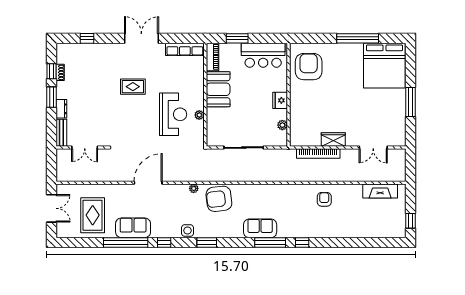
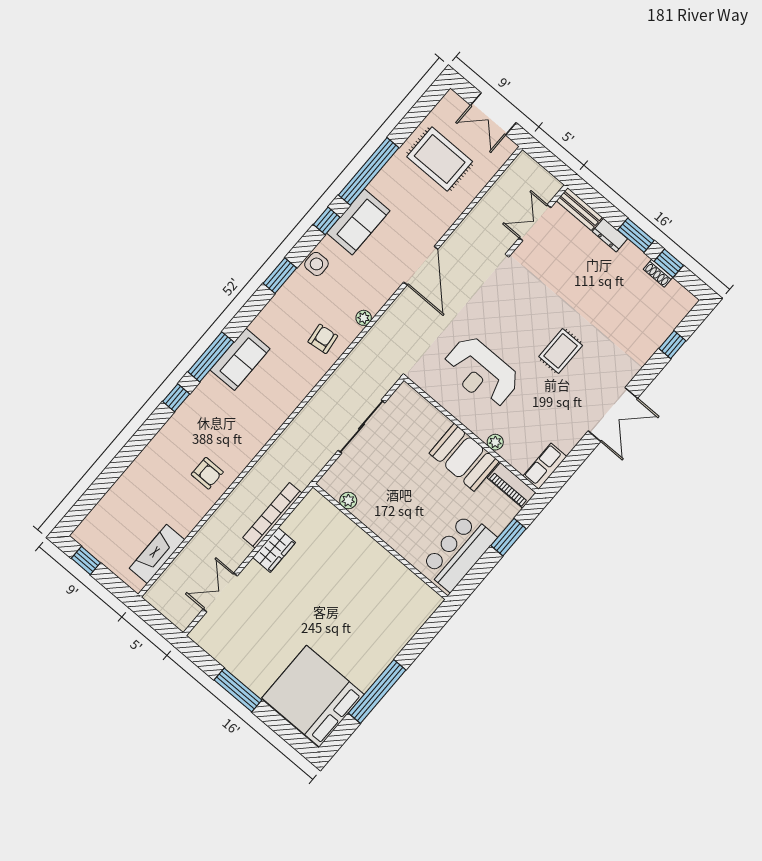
row of seats: (185, 49) -> (545, 466), width x0.68
armchair: (309, 67) -> (394, 598), removed
fridge: (280, 100) -> (382, 525), removed
plant: (199, 115) -> (495, 442), moved
armchair: (219, 199) -> (323, 339), width x0.53, depth x0.53
sofa: (133, 228) -> (358, 222), moved

